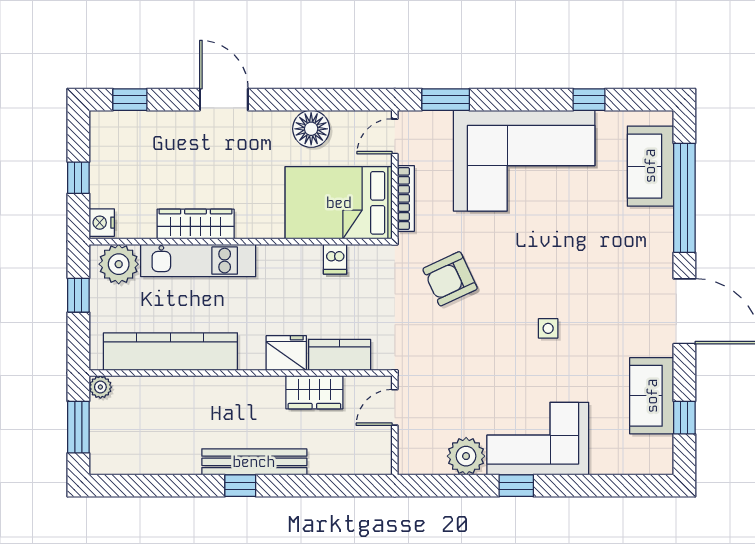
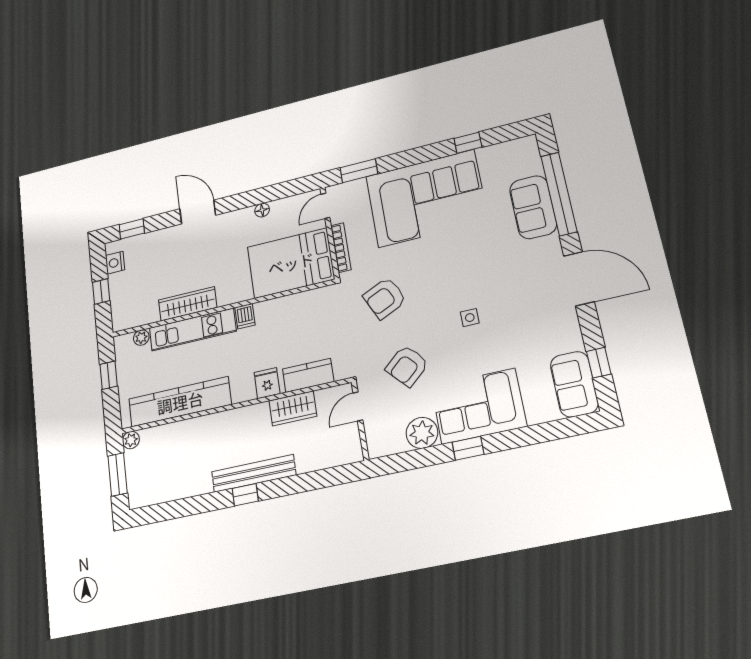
floor lamp: (311, 129) -> (262, 210), width x0.53, depth x0.53
sofa: (650, 166) -> (533, 207), moved
nightstand: (102, 223) -> (115, 263), moved
dishwasher: (335, 259) -> (245, 316), moved
plant: (119, 264) -> (141, 338), width x0.53, depth x0.53
fridge: (286, 353) -> (267, 383), width x0.72
armchair: (463, 371) -> (407, 366), added
sofa: (652, 396) -> (574, 384), moved

